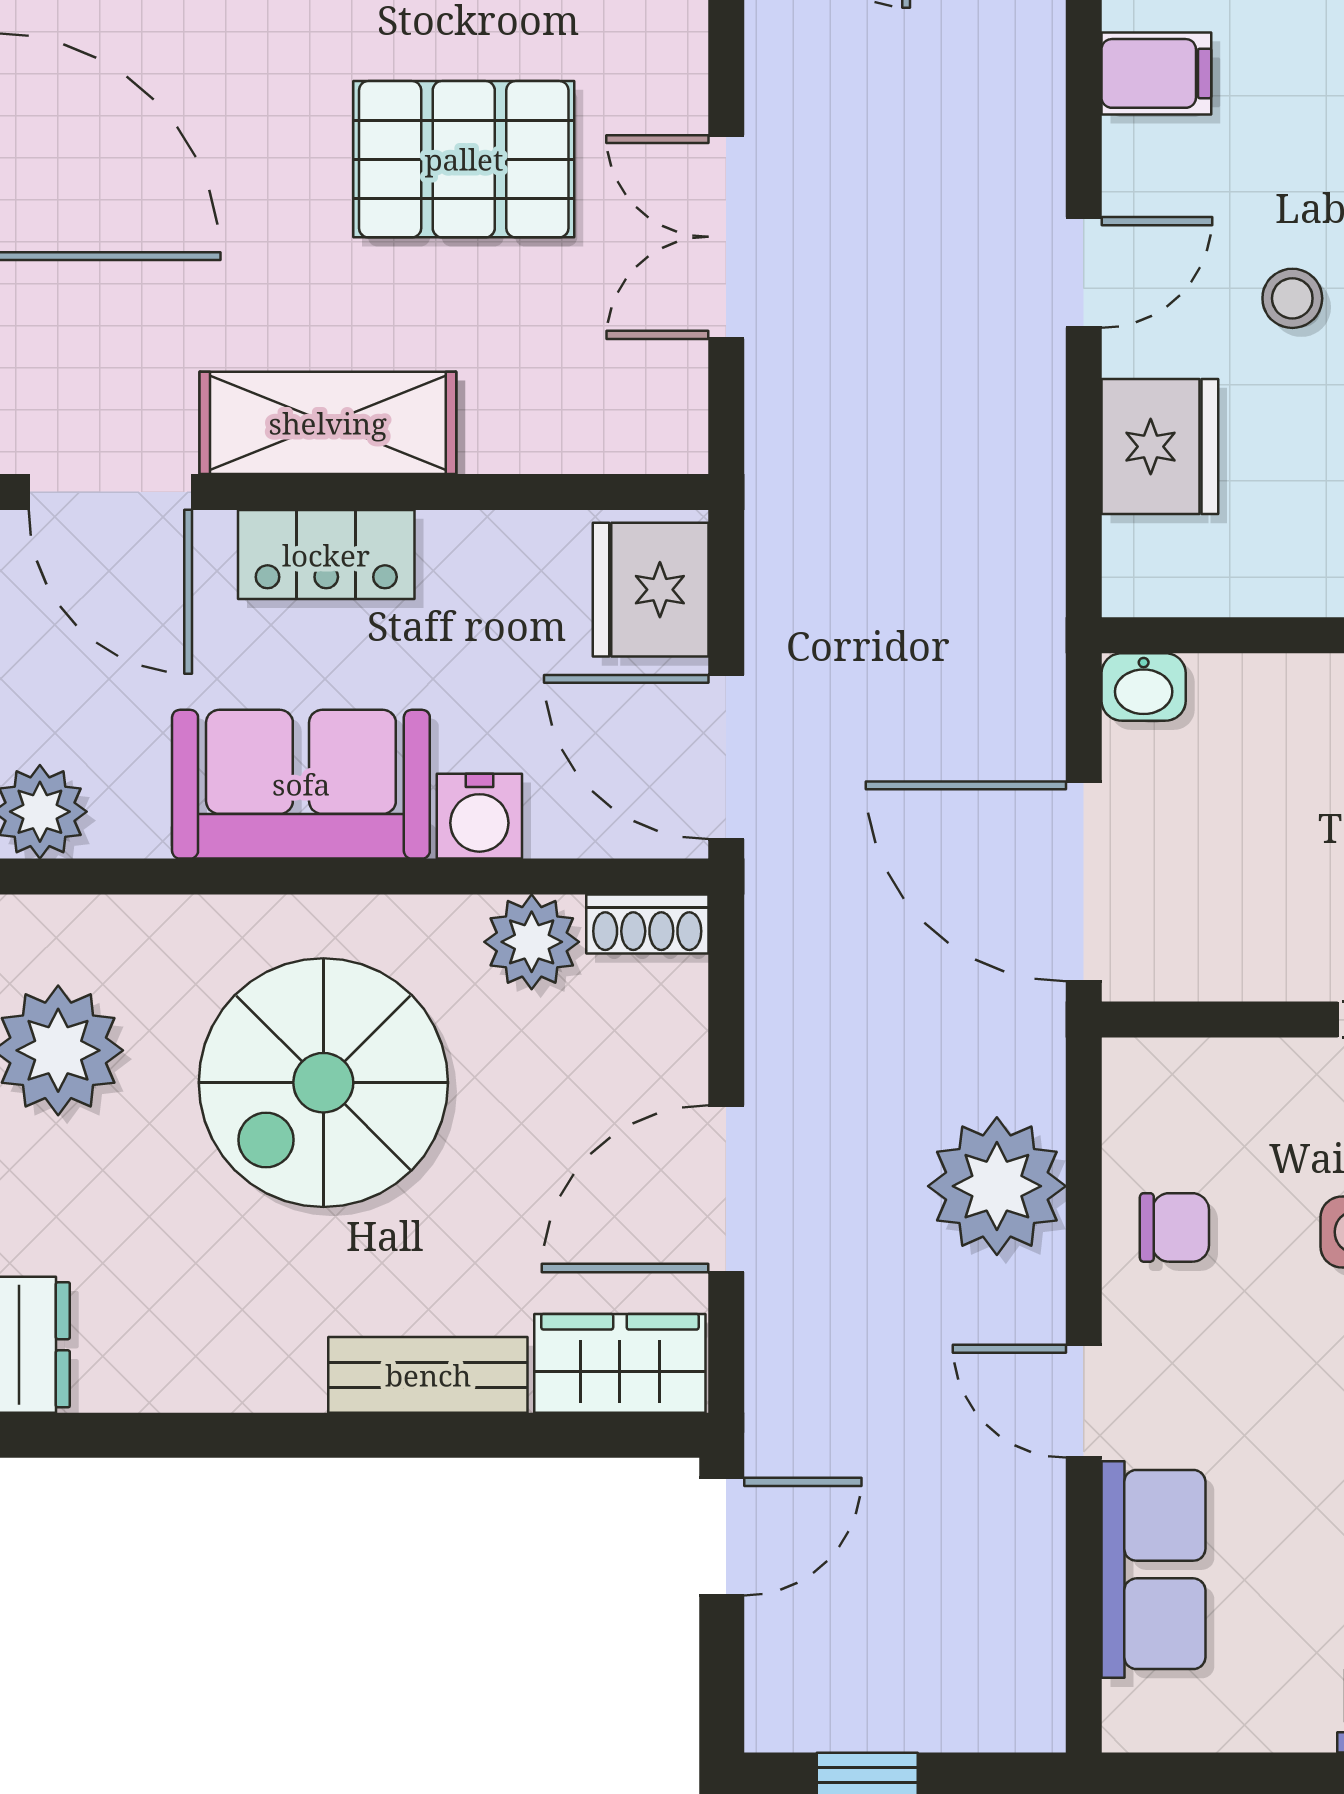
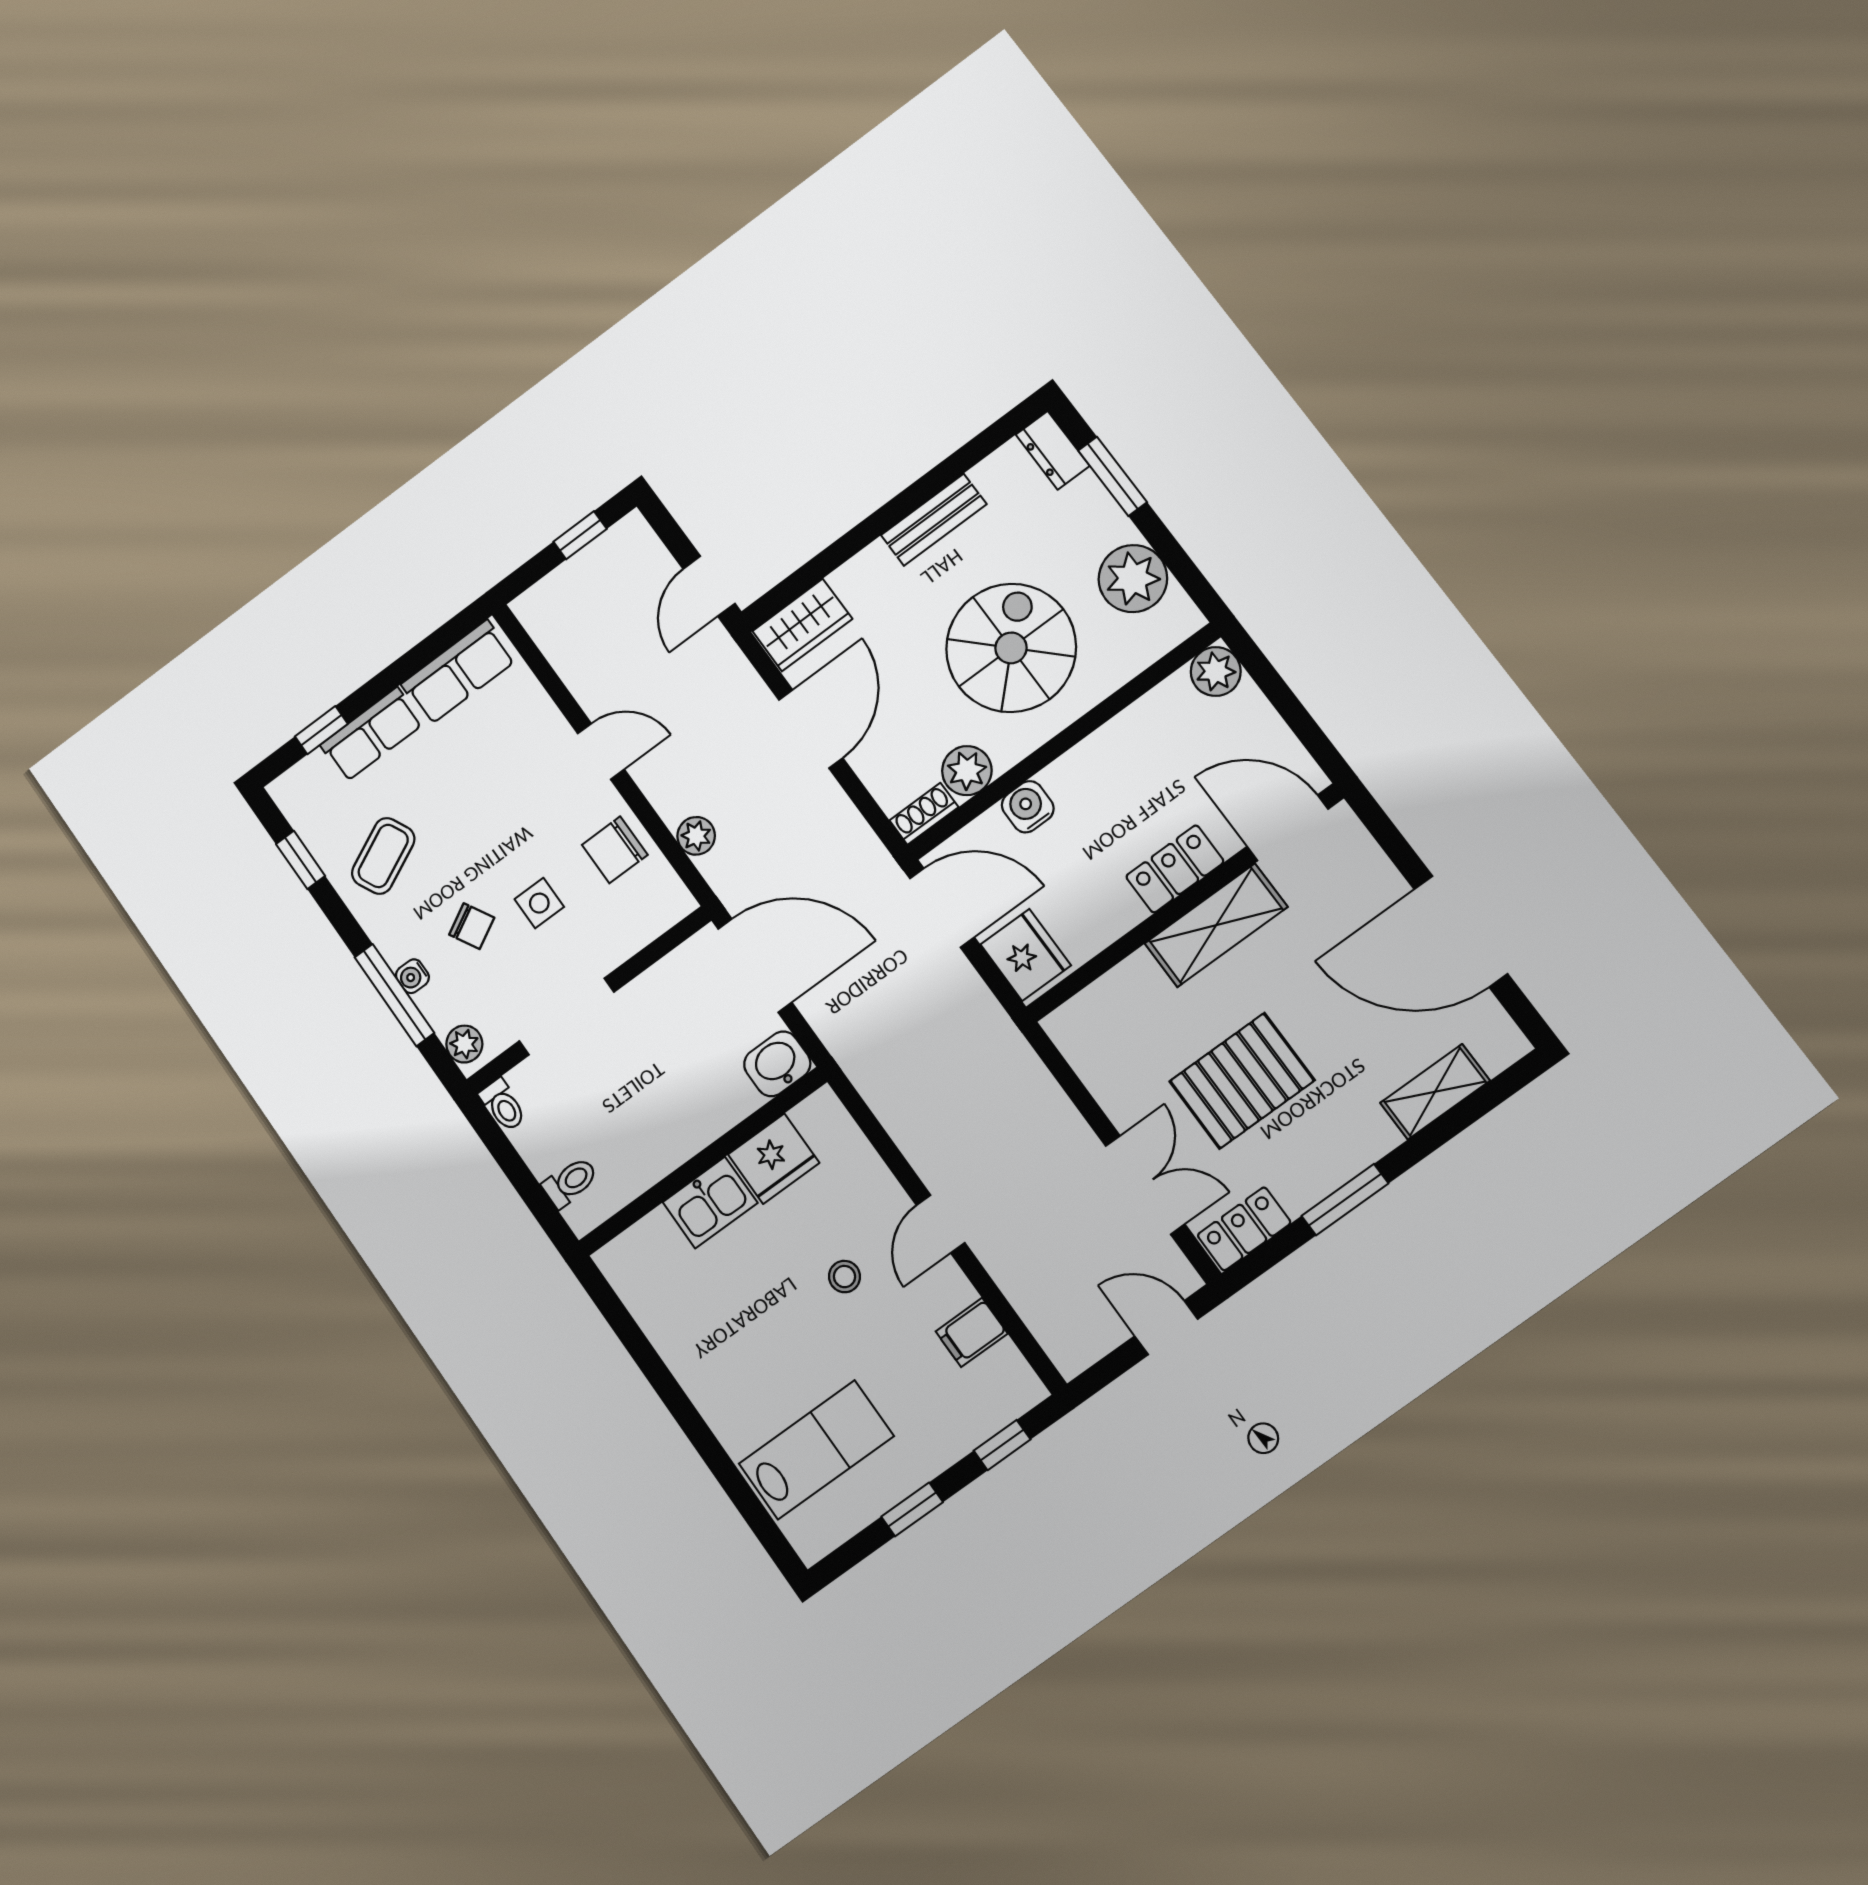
double door: (726, 237) -> (1145, 1185), moved
fridge: (1160, 447) -> (774, 1159), moved, turned -90
washbasin: (1144, 687) -> (777, 1064), width x1.38, depth x1.45
sofa: (301, 784) -> (1113, 765), removed
plant: (997, 1186) -> (696, 836), width x0.53, depth x0.53
chair: (1174, 1227) -> (615, 850), width x1.37, depth x1.37
bench: (428, 1375) -> (934, 520), moved
row of seats: (1153, 1570) -> (459, 672), moved, turned -90

